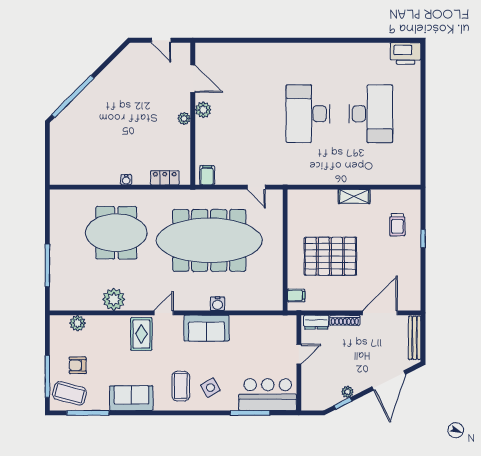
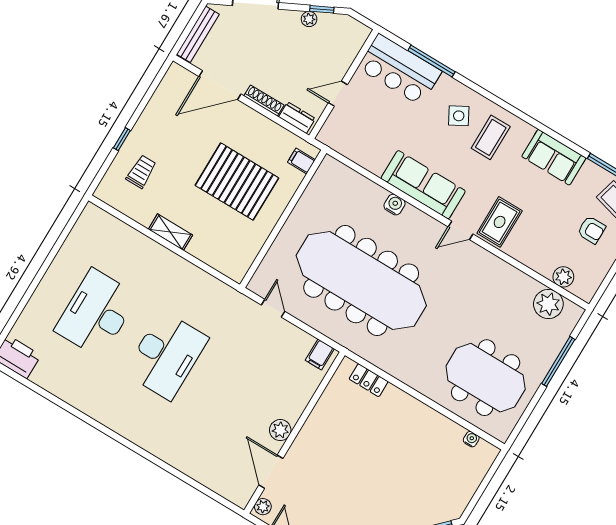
plant: (184, 118) -> (263, 507), moved
water cooler: (126, 180) -> (471, 439), moved
meeting table: (116, 233) -> (486, 378), moved
plant: (114, 299) -> (548, 304), moved
sofa: (207, 328) -> (423, 185), width x1.36

